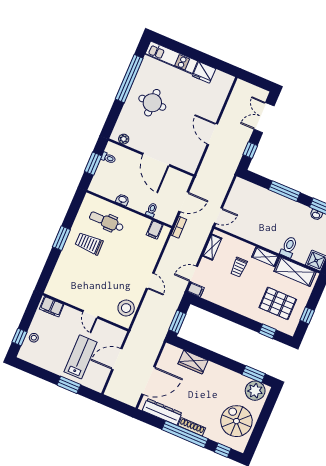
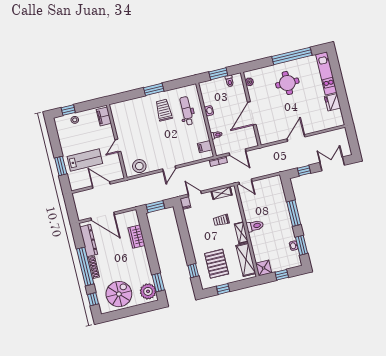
toilet: (289, 247) -> (255, 226), moved

